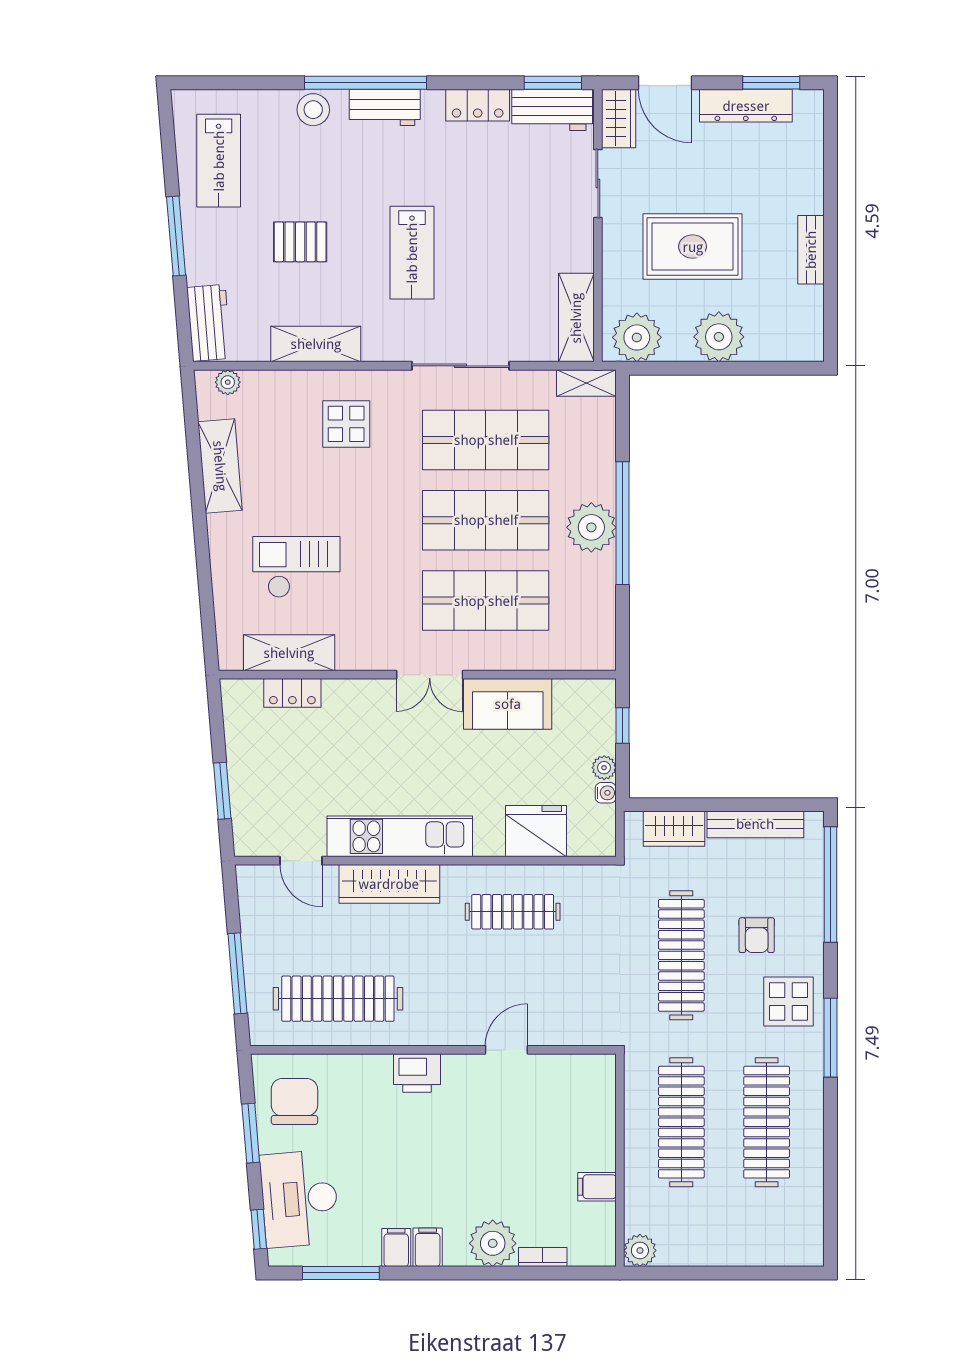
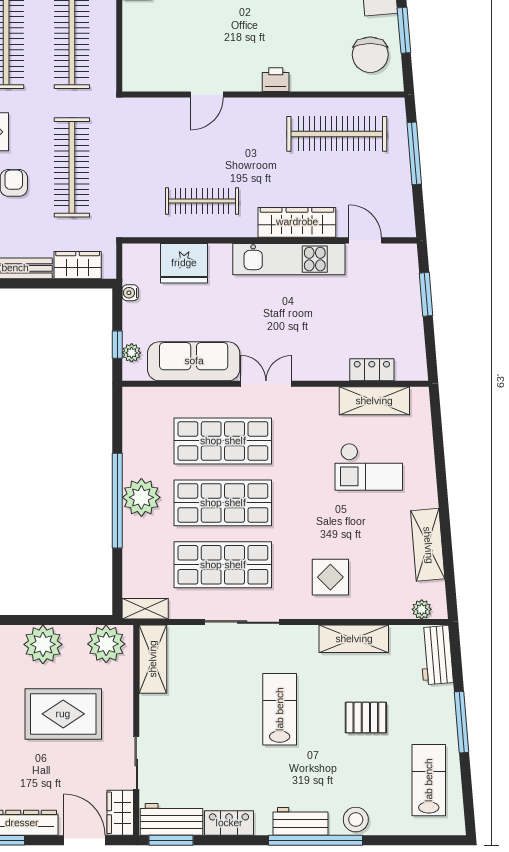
sofa: (508, 704) -> (194, 361), width x1.36
plant: (604, 768) -> (132, 353), moved
printer: (417, 1073) -> (276, 80), width x0.73, depth x0.81

